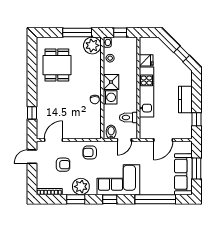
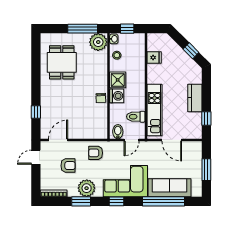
kitchen unit: (147, 92) -> (155, 110), moved
door: (163, 140) -> (172, 140), hinge flipped
sofa: (183, 174) -> (170, 188), moved, turned 90

